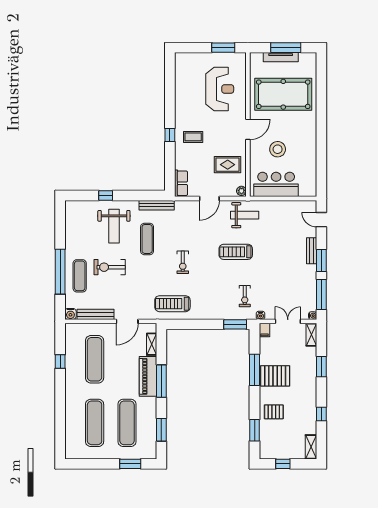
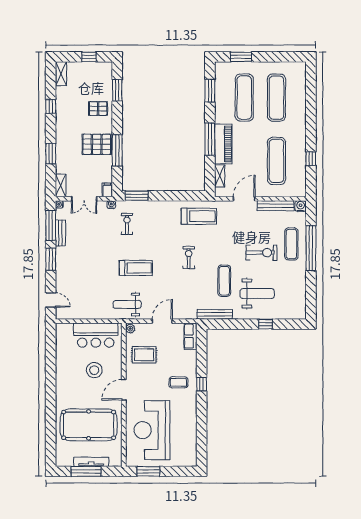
reception desk: (220, 89) -> (152, 430), width x1.36, depth x1.30
weight bench: (114, 226) -> (257, 294), turned 90
bench: (312, 251) -> (60, 233), moved

